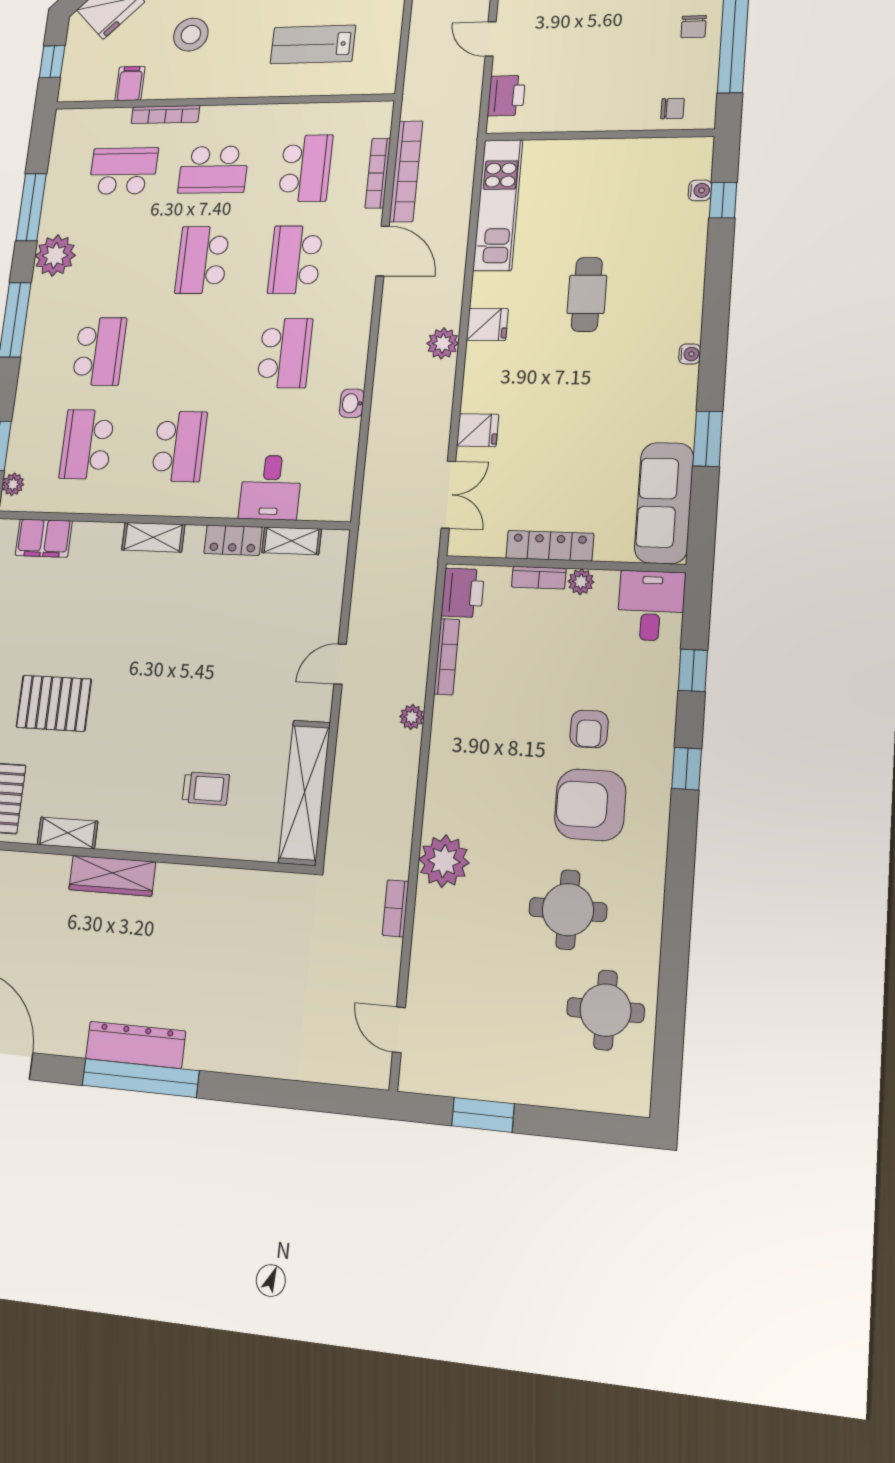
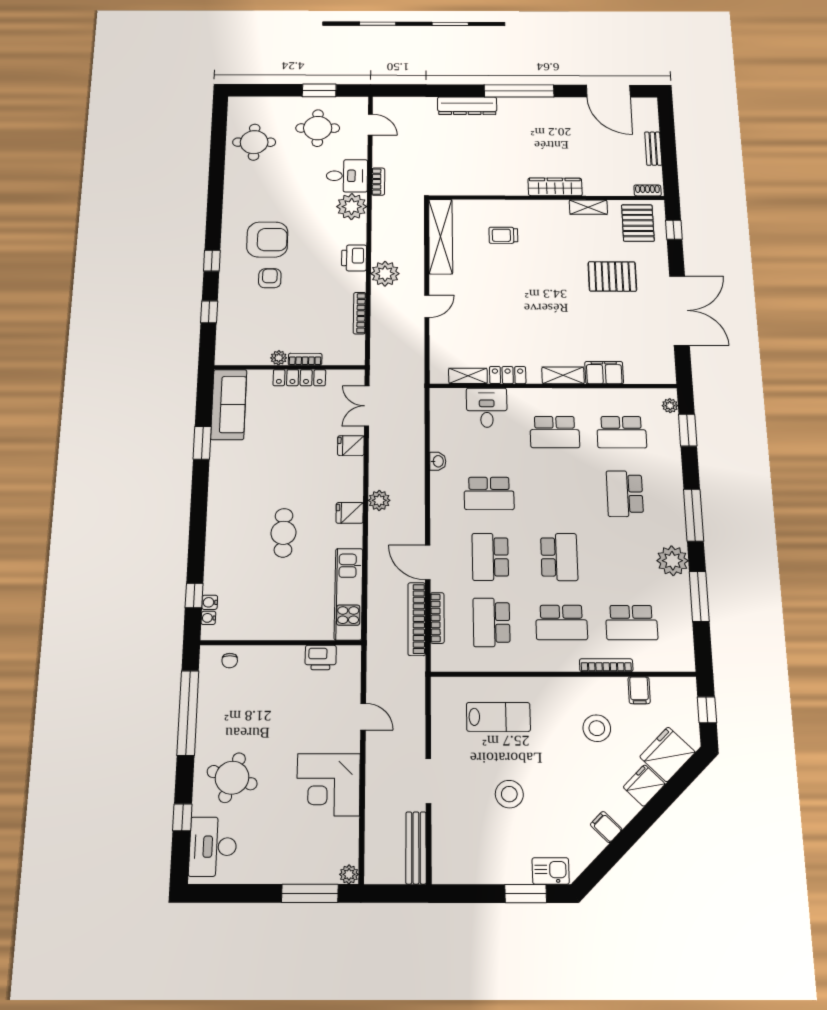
chair: (694, 27) -> (216, 721), removed
printer: (506, 96) -> (321, 657), moved, turned -90
chair: (672, 109) -> (230, 661), turned -90
school desk: (213, 170) -> (561, 622), turned 180
school desk: (295, 260) -> (490, 557), turned 180
school desk: (285, 353) -> (489, 493), turned -90
water cooler: (690, 354) -> (208, 618), moved
school desk: (87, 444) -> (622, 432), turned 90
school desk: (179, 446) -> (555, 432), turned -90
filing cabinet: (44, 538) -> (604, 373), moved
printer: (463, 593) -> (354, 258), moved
desk: (651, 606) -> (347, 176), moved, turned -90
plant: (412, 717) -> (385, 274), width x1.88, depth x1.88
round table: (568, 910) -> (318, 128), moved
dresser: (135, 1045) -> (467, 106), moved

